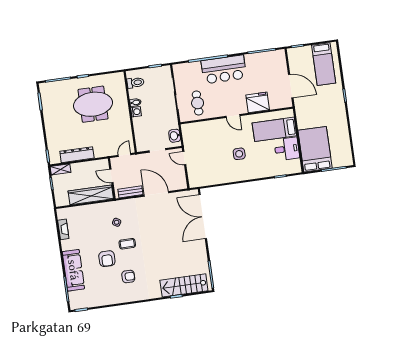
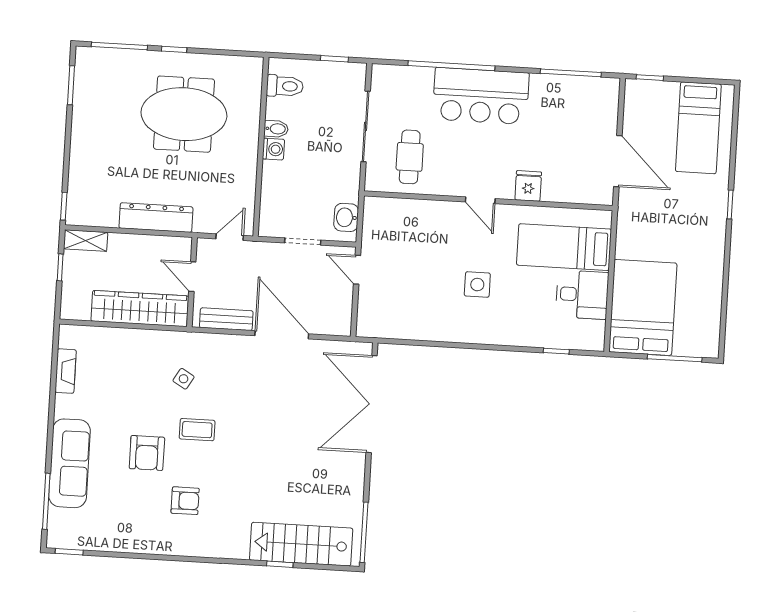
fridge: (258, 102) -> (528, 186), width x0.53, depth x0.75
dresser: (77, 155) -> (156, 218), moved

